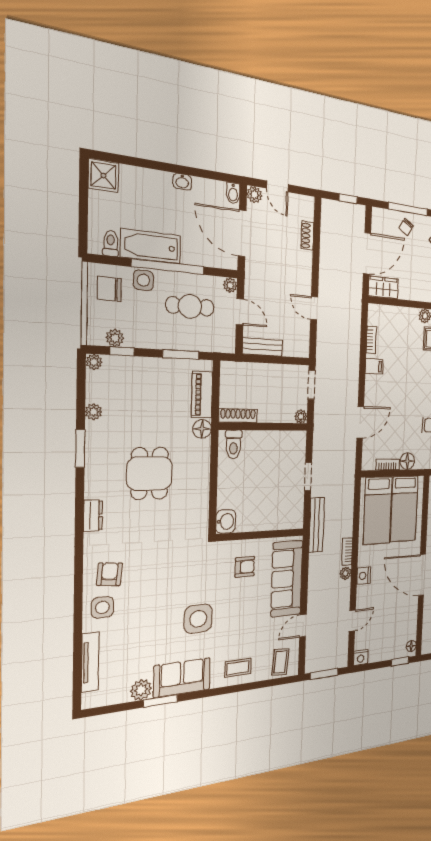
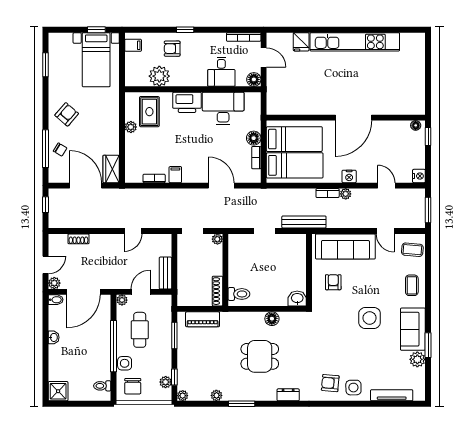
bathtub: (151, 246) -> (101, 359), removed
floor lamp: (202, 429) -> (272, 319), moved

